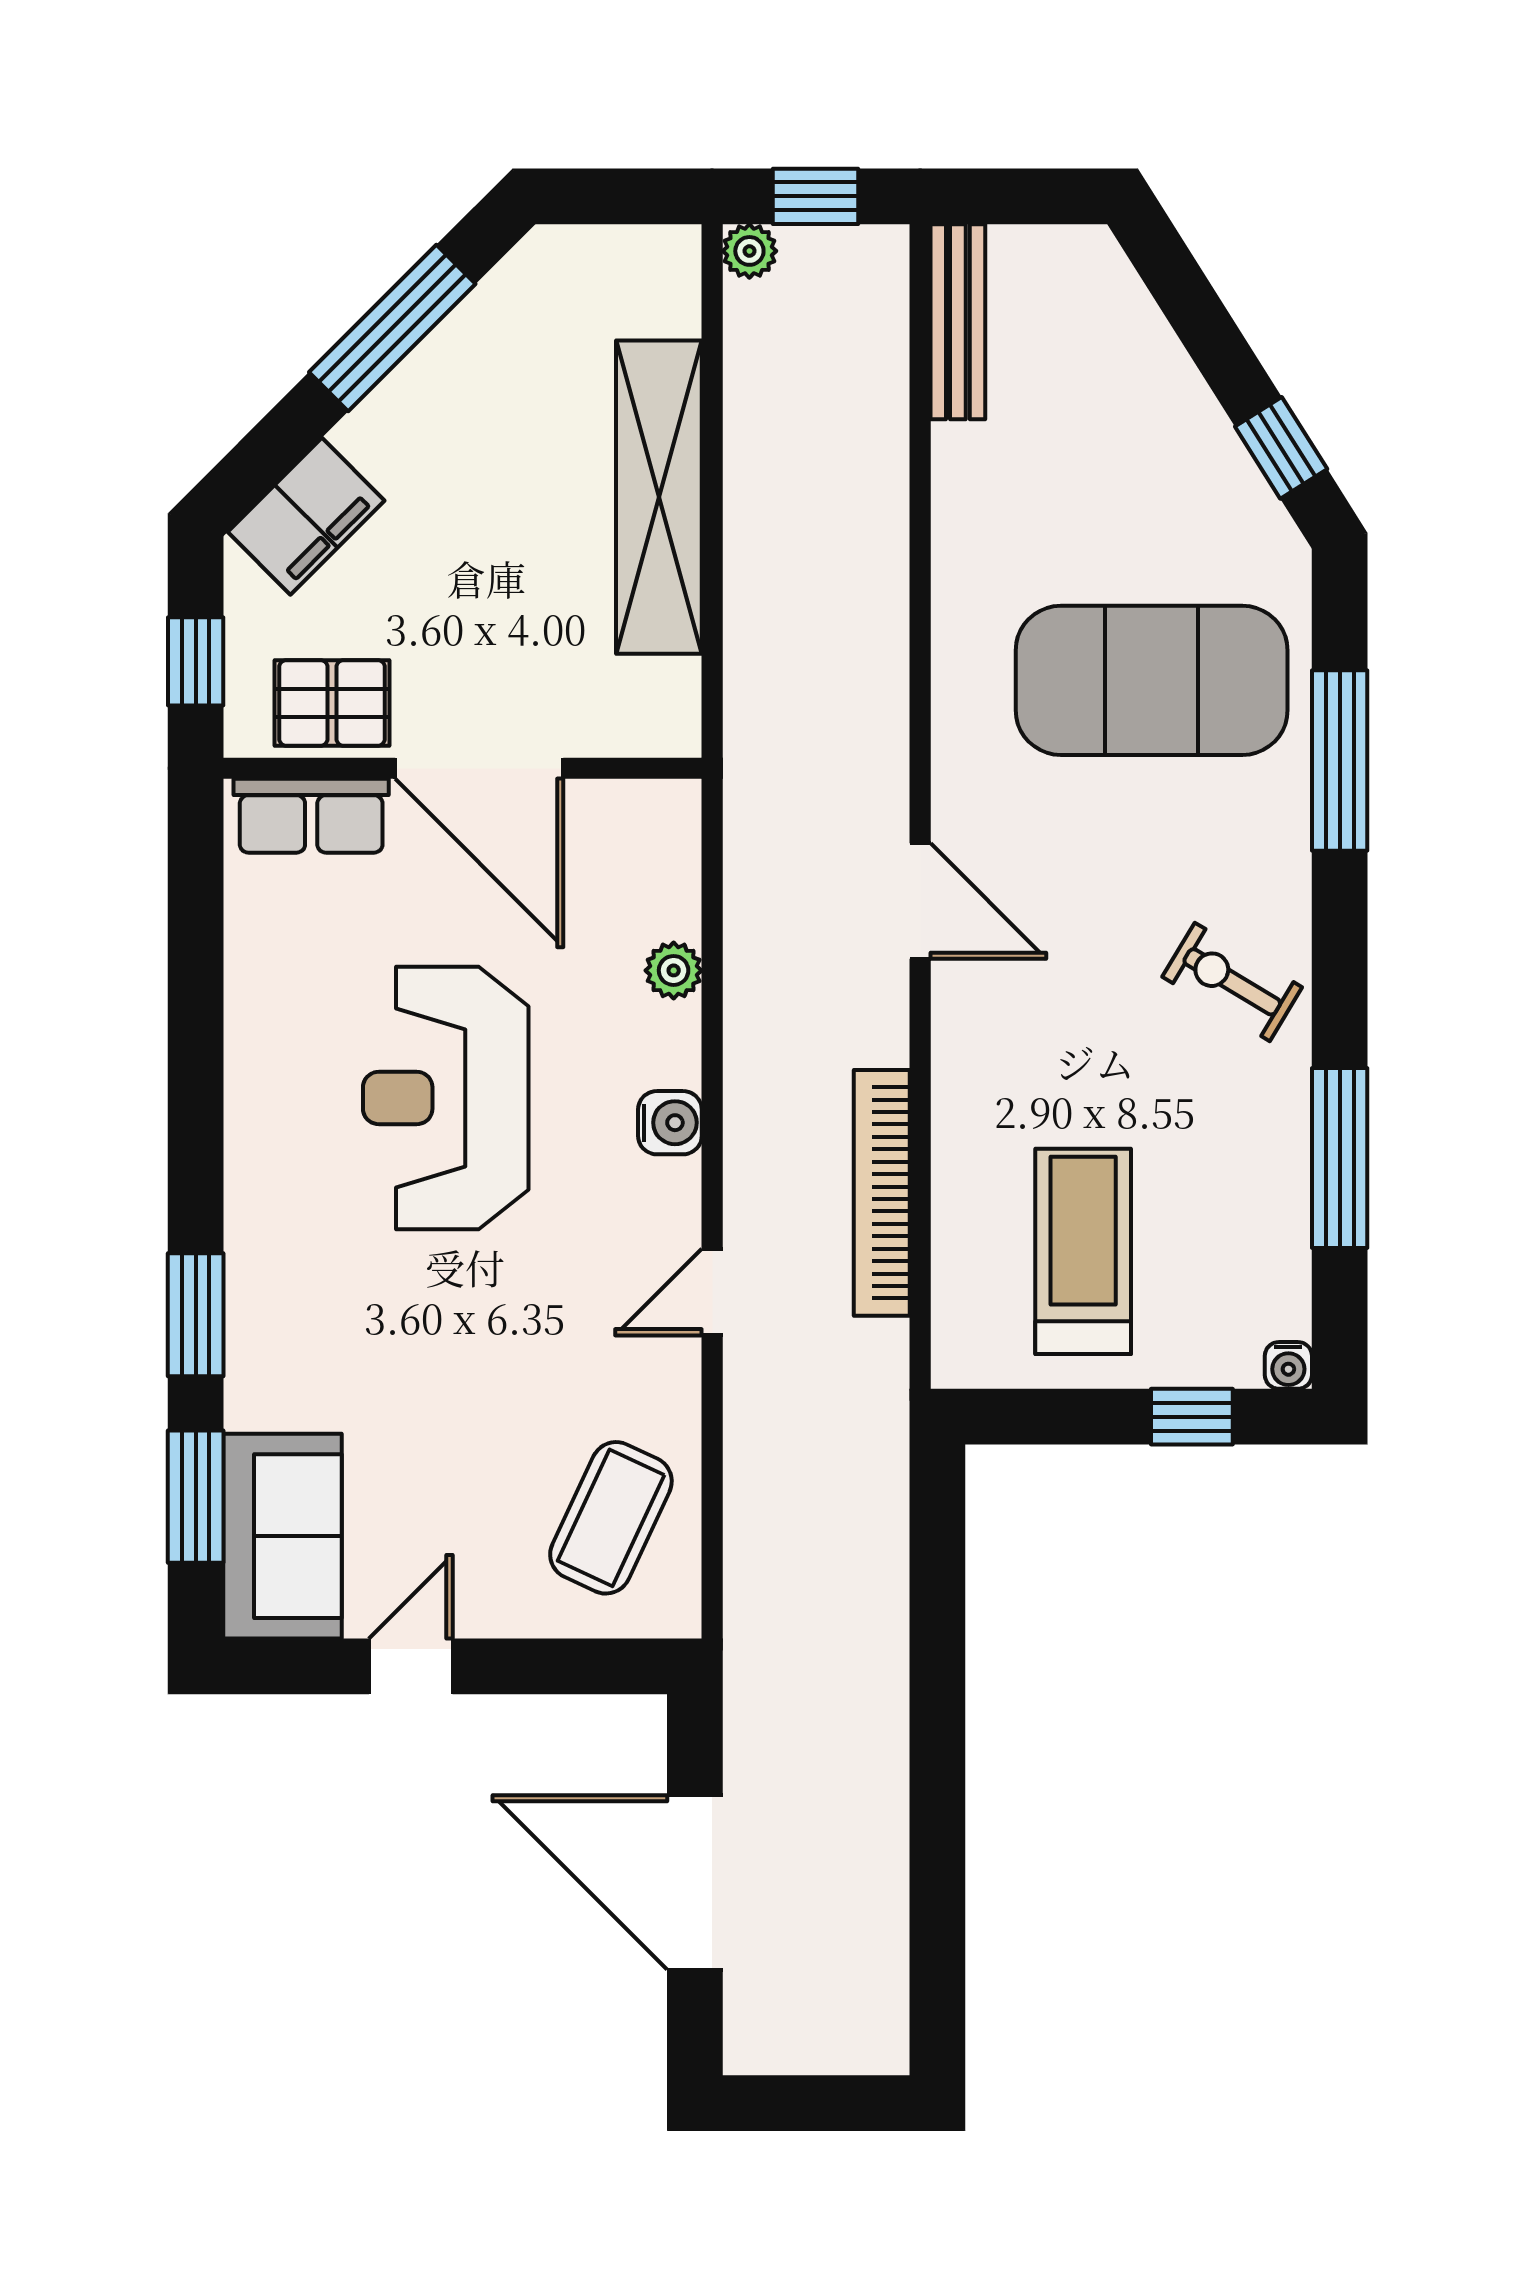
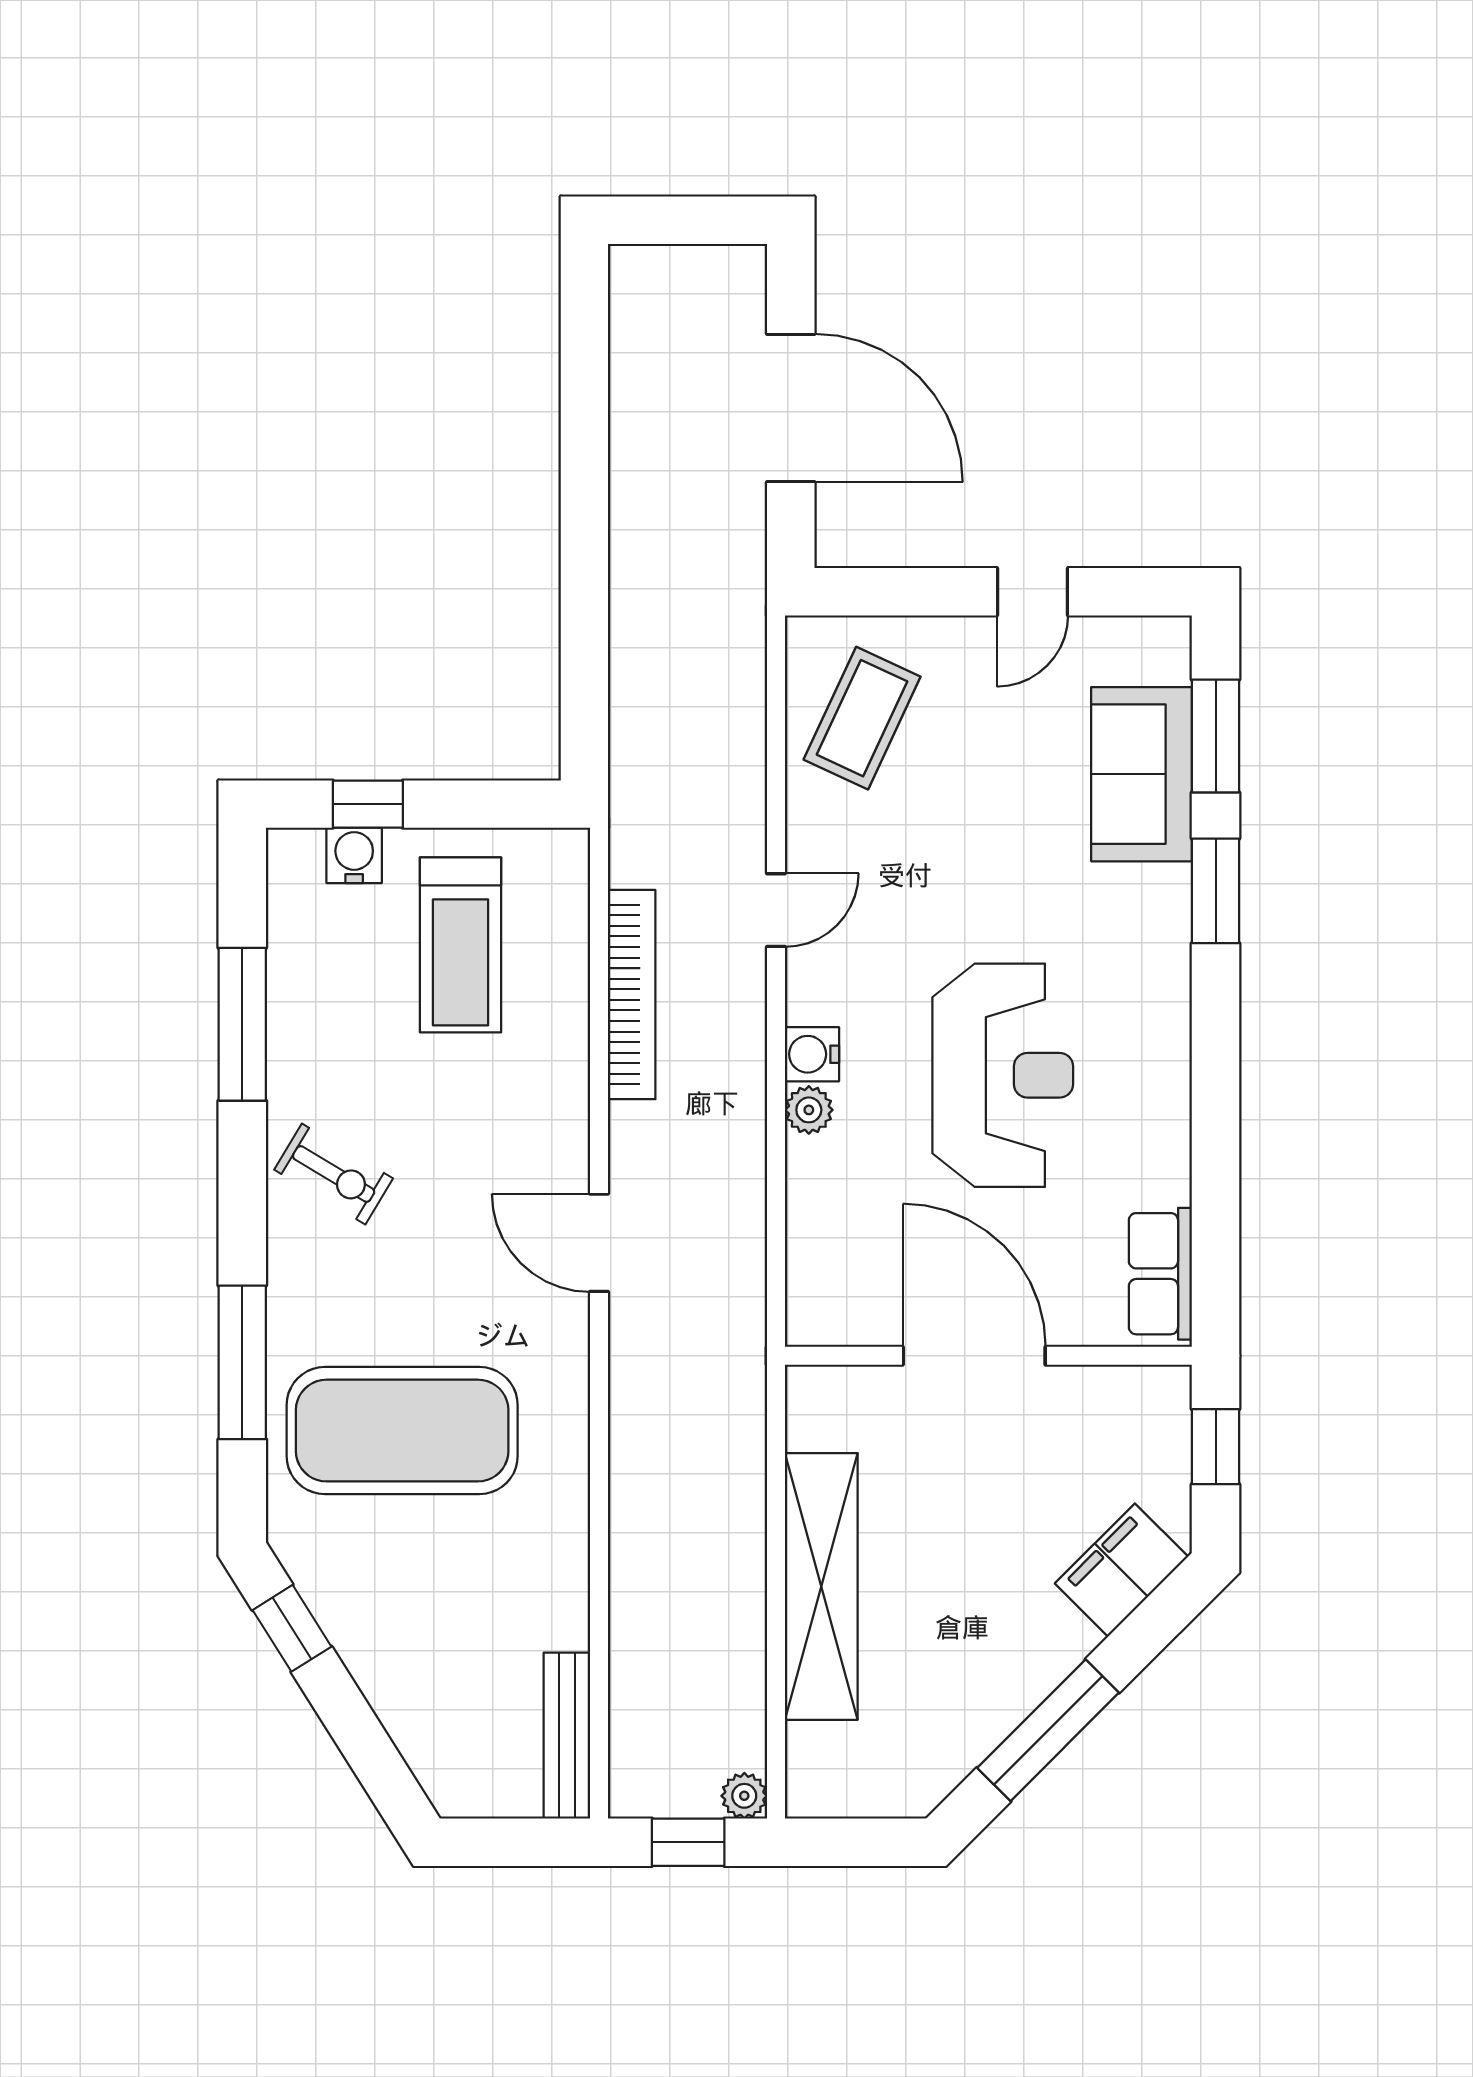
pallet: (332, 703) -> (1099, 1411), removed
row of seats: (311, 816) -> (1160, 1274), moved, turned -90
plant: (674, 970) -> (809, 1110), moved
water cooler: (1288, 1365) -> (354, 855), moved, width x1.38, depth x1.38
sofa: (282, 1536) -> (1142, 774), moved

